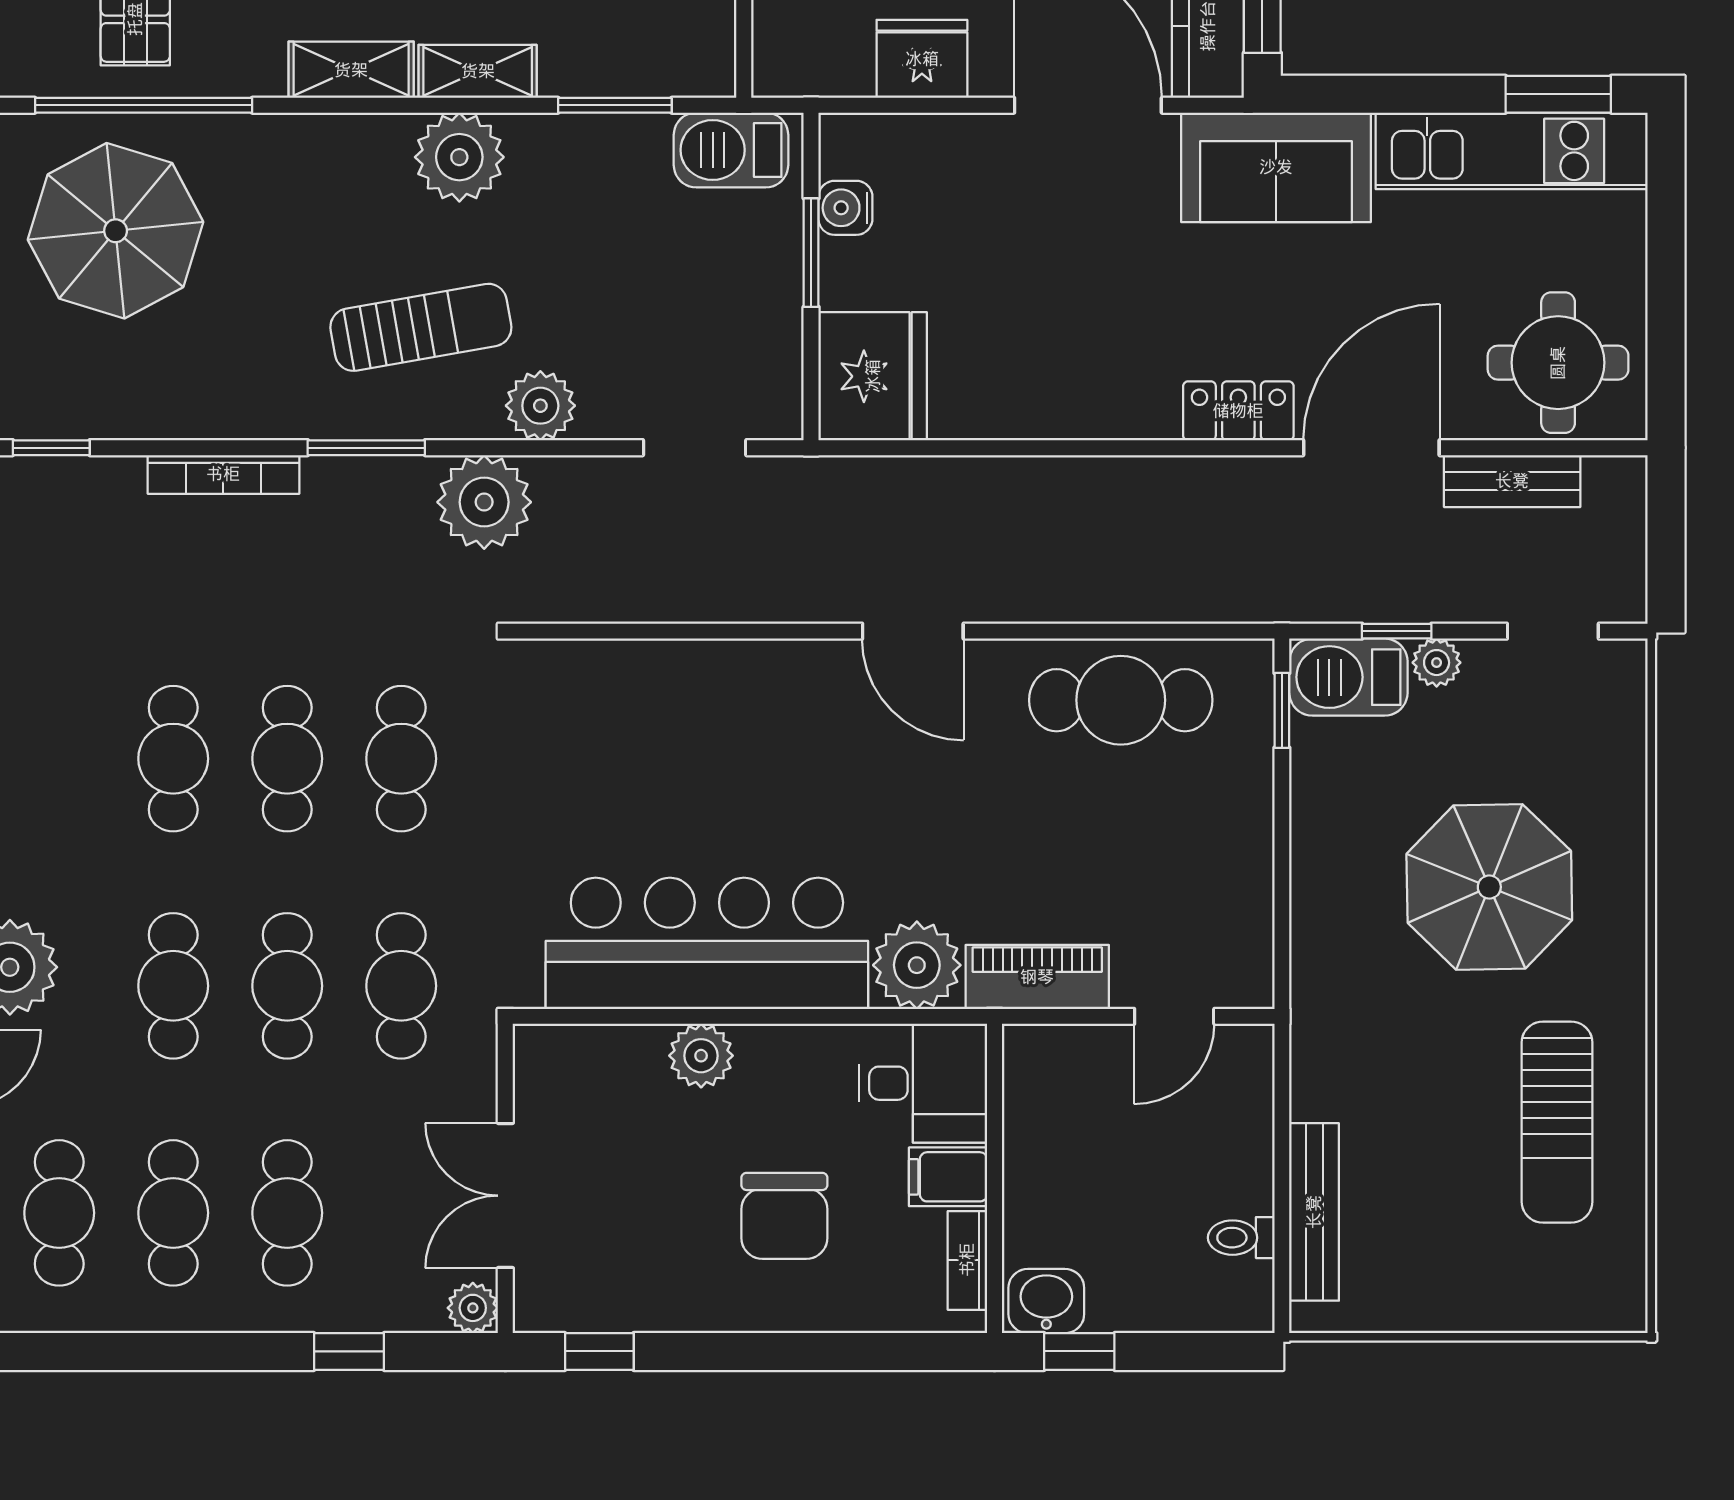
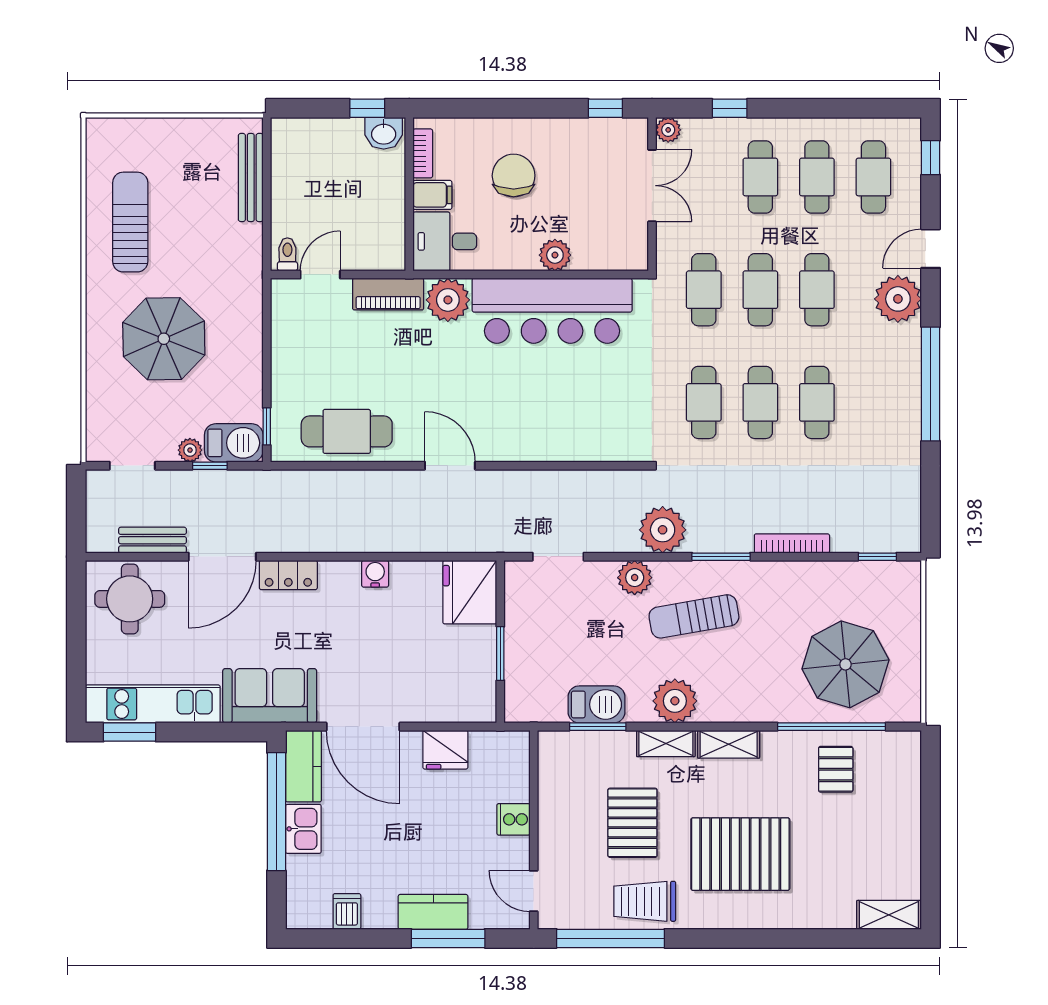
barbecue: (731, 150) -> (596, 704), moved
water cooler: (845, 208) -> (375, 574), moved, turned -90
toilet: (1241, 1238) -> (287, 254), moved, turned -90

